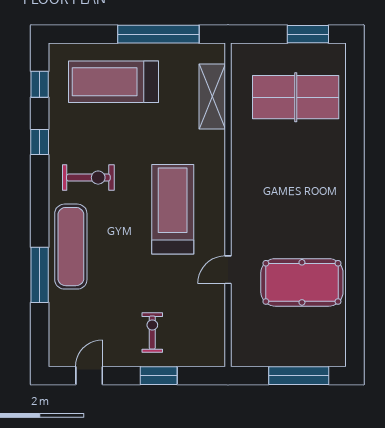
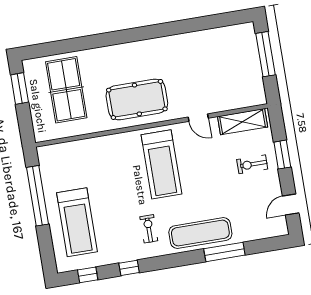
shelving: (212, 96) -> (243, 122), moved
exercise bike: (88, 178) -> (149, 229), width x0.73, depth x0.72
treadmill: (173, 209) -> (161, 164), turned -90
pool table: (302, 282) -> (137, 99), moved, turned 90
door: (89, 376) -> (291, 205), hinge flipped

